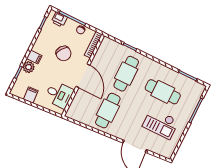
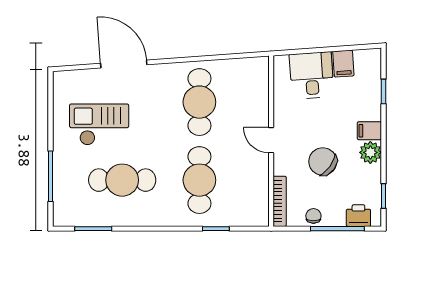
plant: (29, 67) -> (370, 152), moved
door: (83, 76) -> (271, 140), width x0.53
desk: (59, 95) -> (312, 75), moved, turned 86

